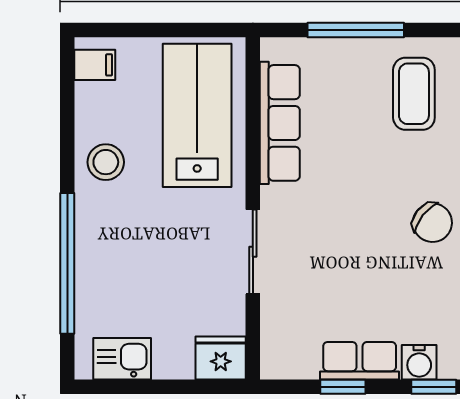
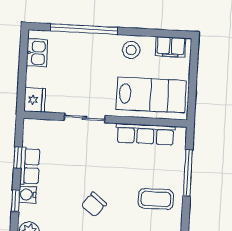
filing cabinet: (95, 65) -> (171, 47), width x2.00

